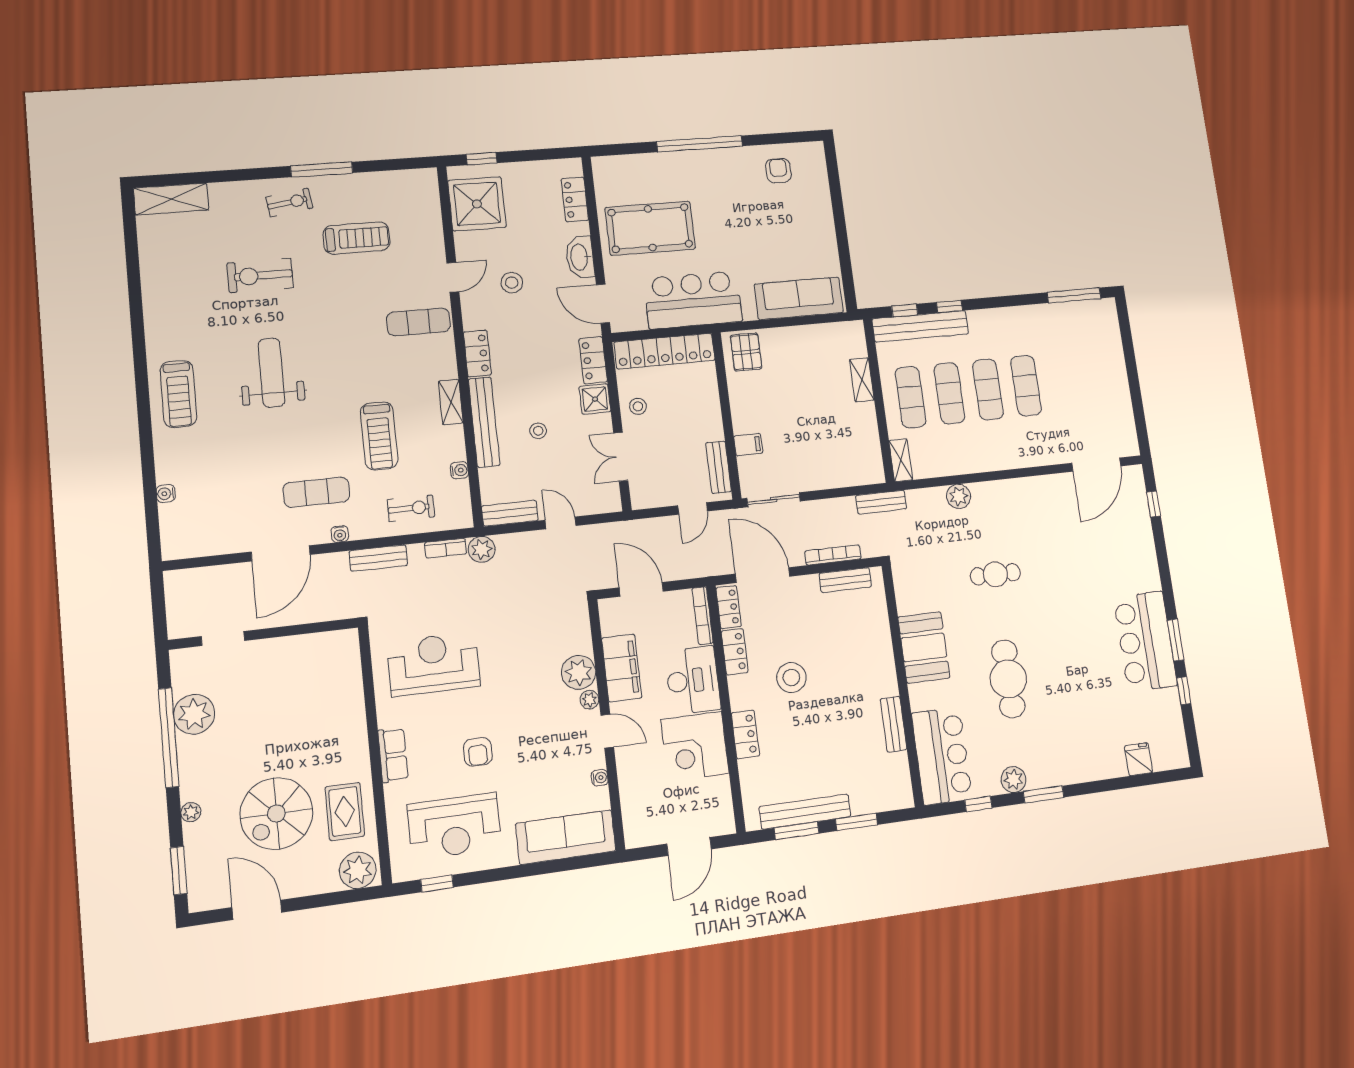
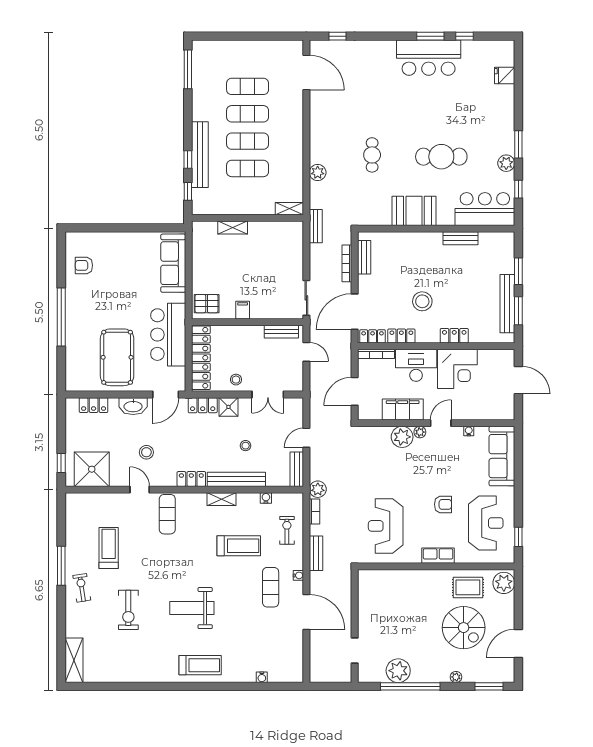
bench: (920, 326) -> (200, 155), moved
exercise mat: (910, 397) -> (248, 86), moved
filing cabinet: (748, 445) -> (243, 310), moved

